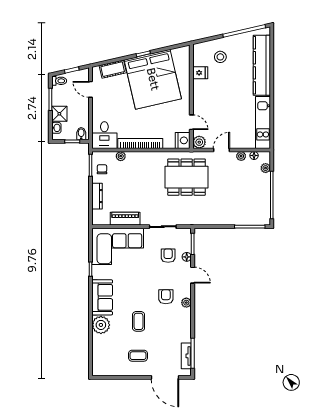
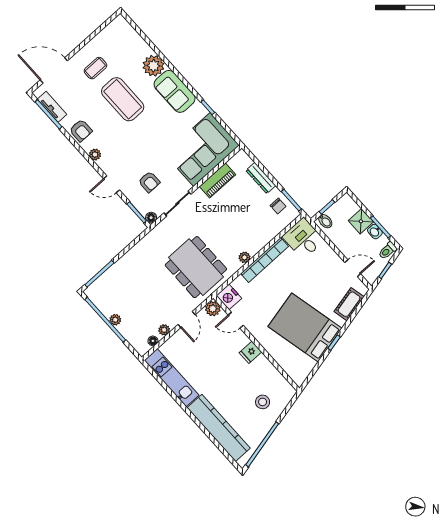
fridge: (200, 73) -> (250, 352), moved
bed: (153, 79) -> (305, 327), width x0.73
washbasin: (56, 128) -> (375, 232), moved
plant: (121, 156) -> (244, 257), moved
plant: (266, 168) -> (115, 320), moved
dining table: (187, 177) -> (196, 267), turned 90
floor lamp: (187, 257) -> (151, 218), moved
armchair: (166, 297) -> (81, 130), moved
coffee table: (139, 321) -> (123, 99), width x1.86, depth x1.72

